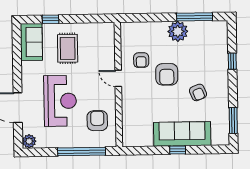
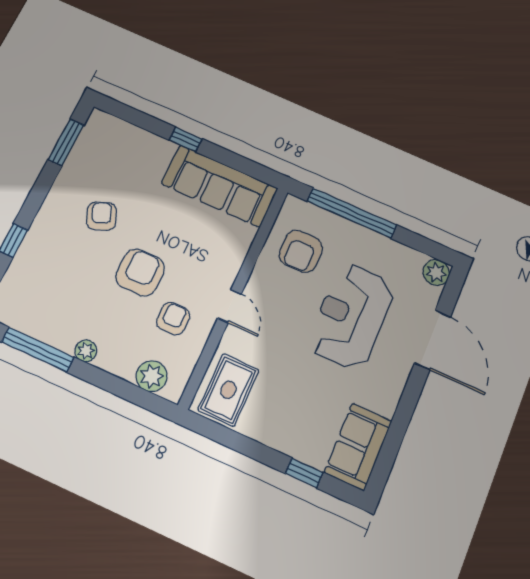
plant: (138, 29) -> (152, 376), added
plant: (178, 31) -> (86, 351), width x0.53, depth x0.53
rug: (68, 48) -> (229, 390), moved
sofa: (182, 134) -> (220, 186), moved

